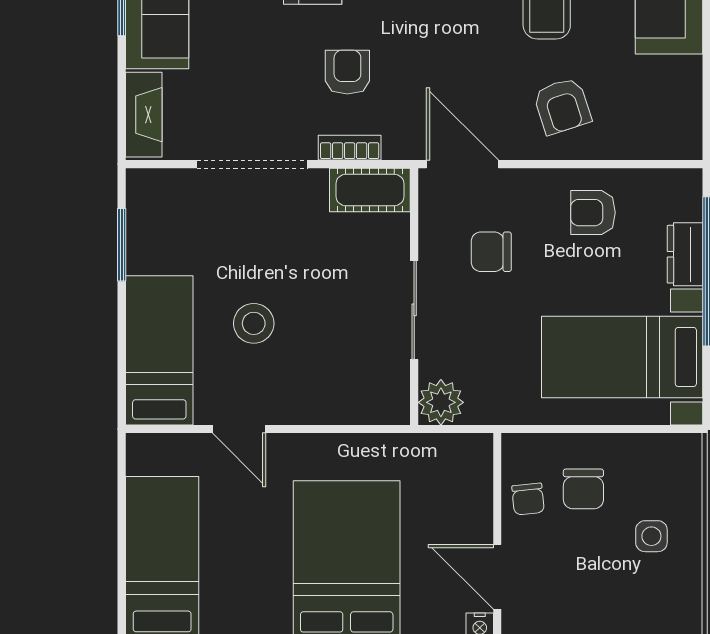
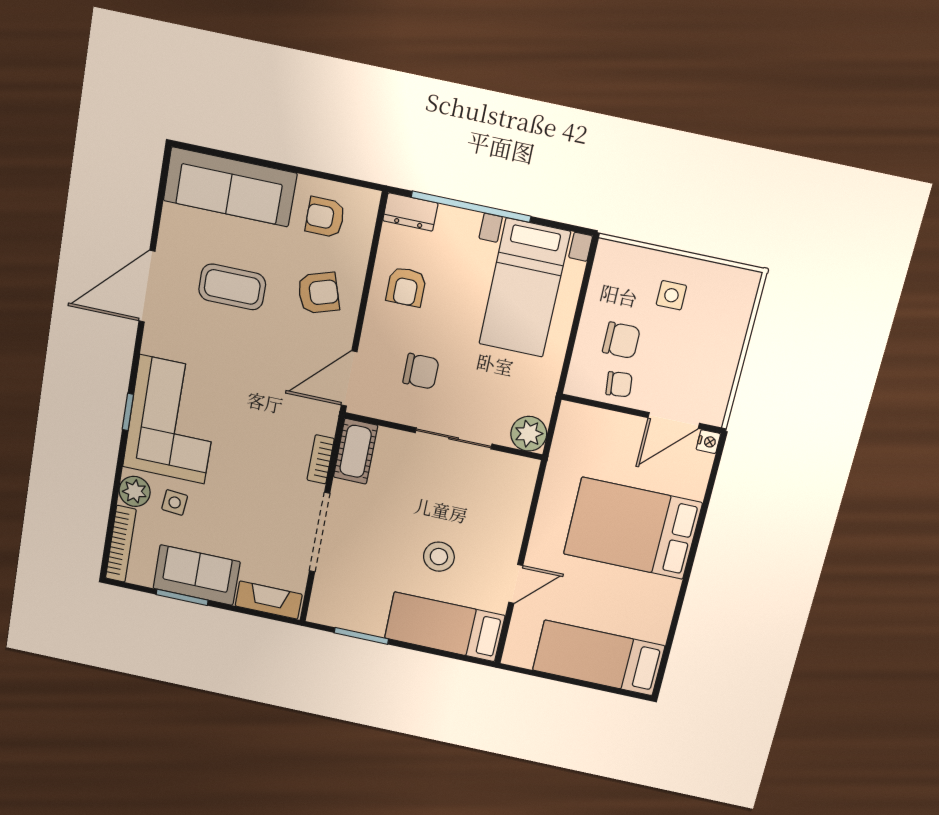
armchair: (347, 72) -> (325, 217), moved
chair: (491, 252) -> (421, 371), turned -90
dresser: (685, 254) -> (410, 212), moved

